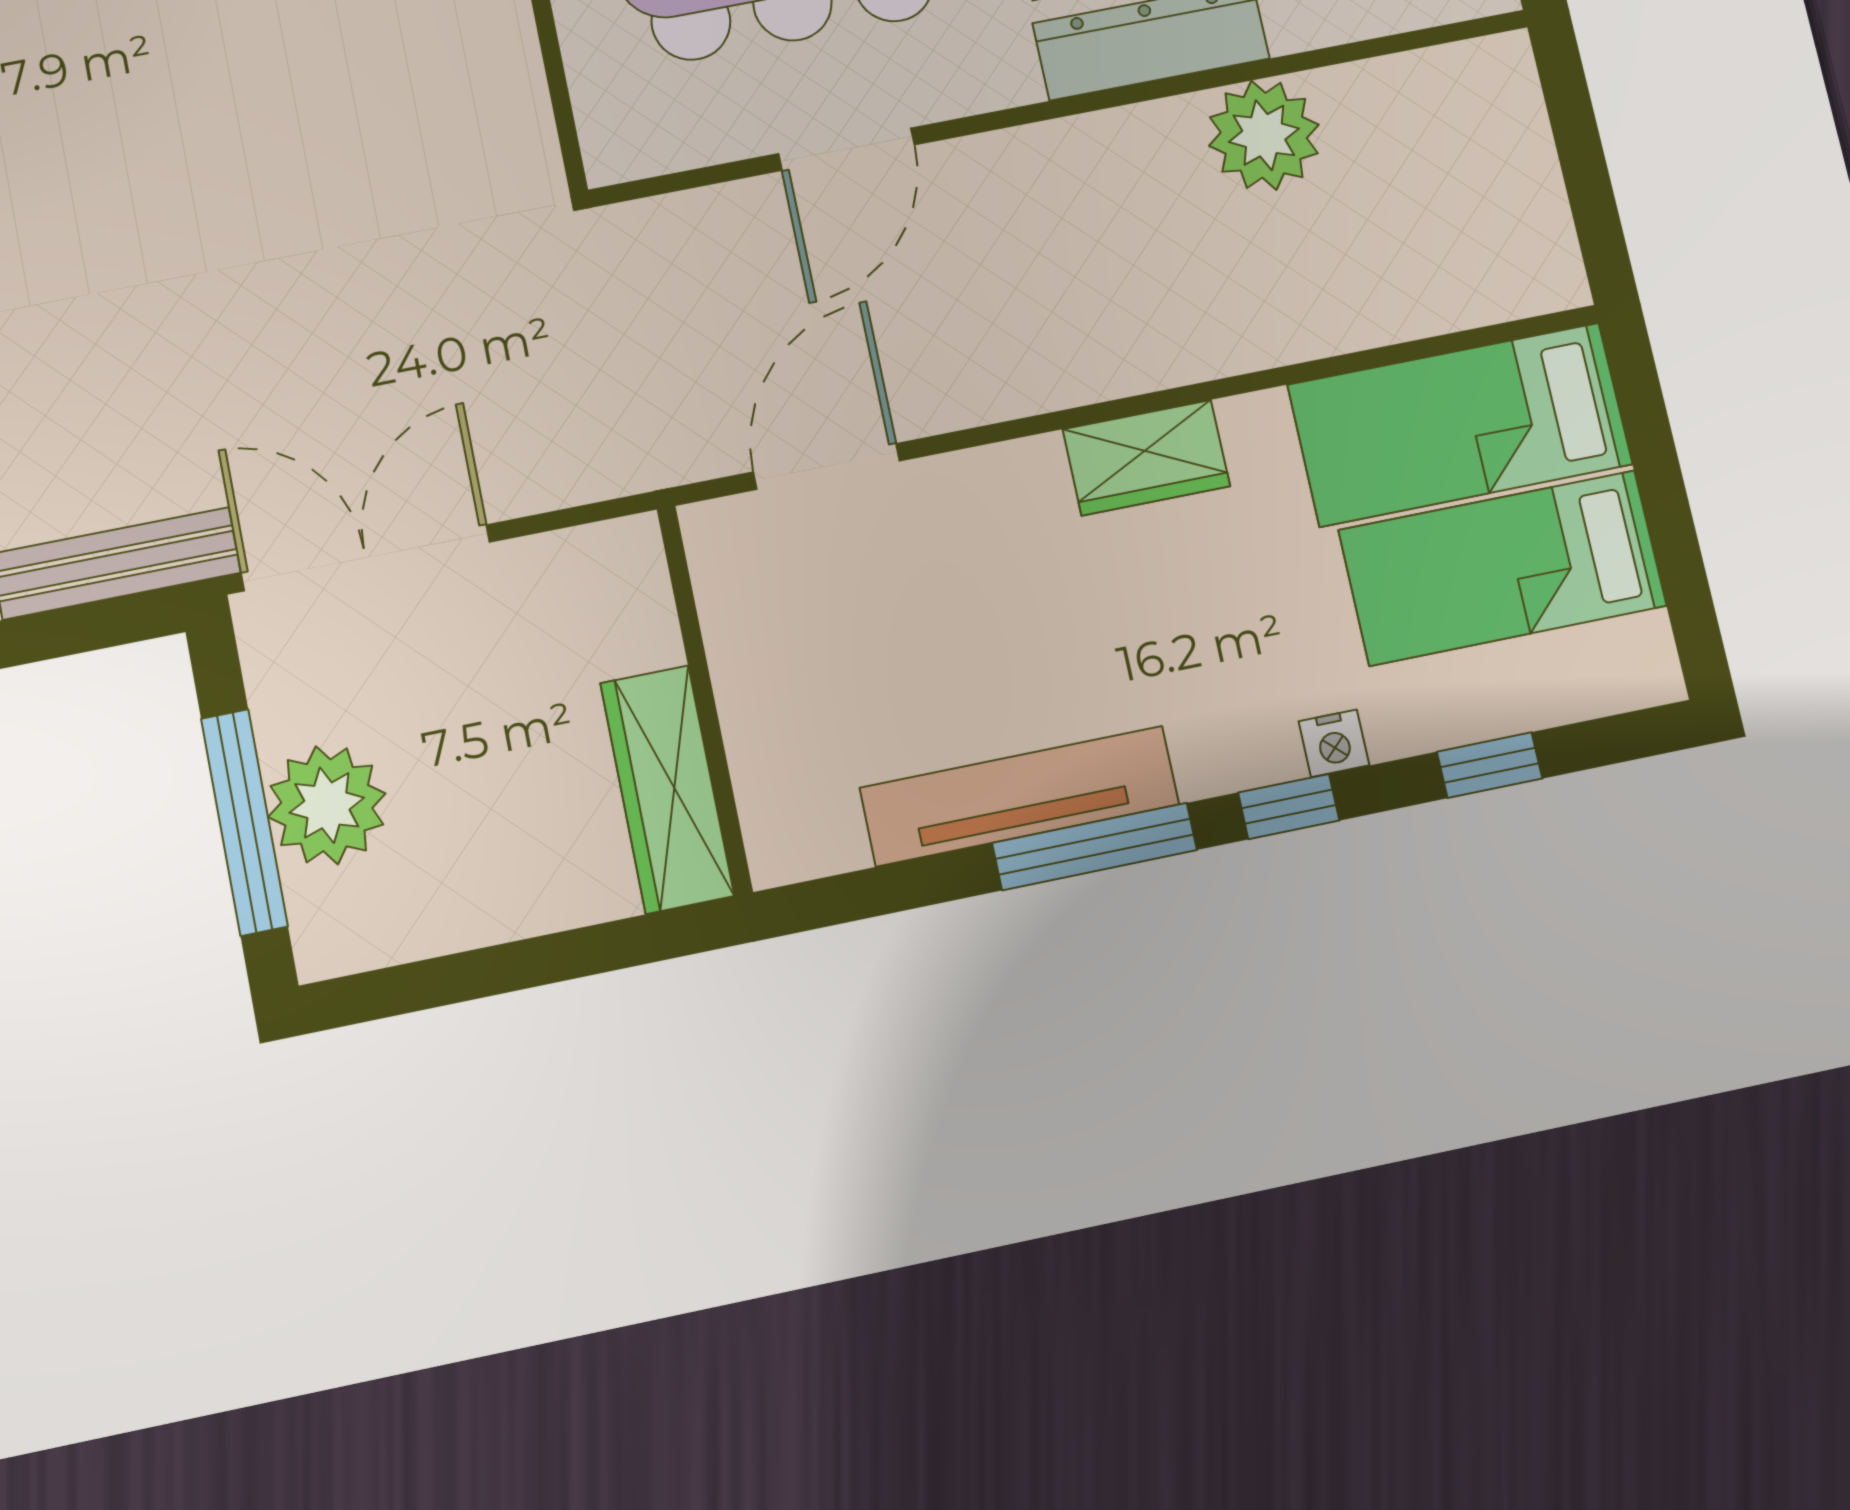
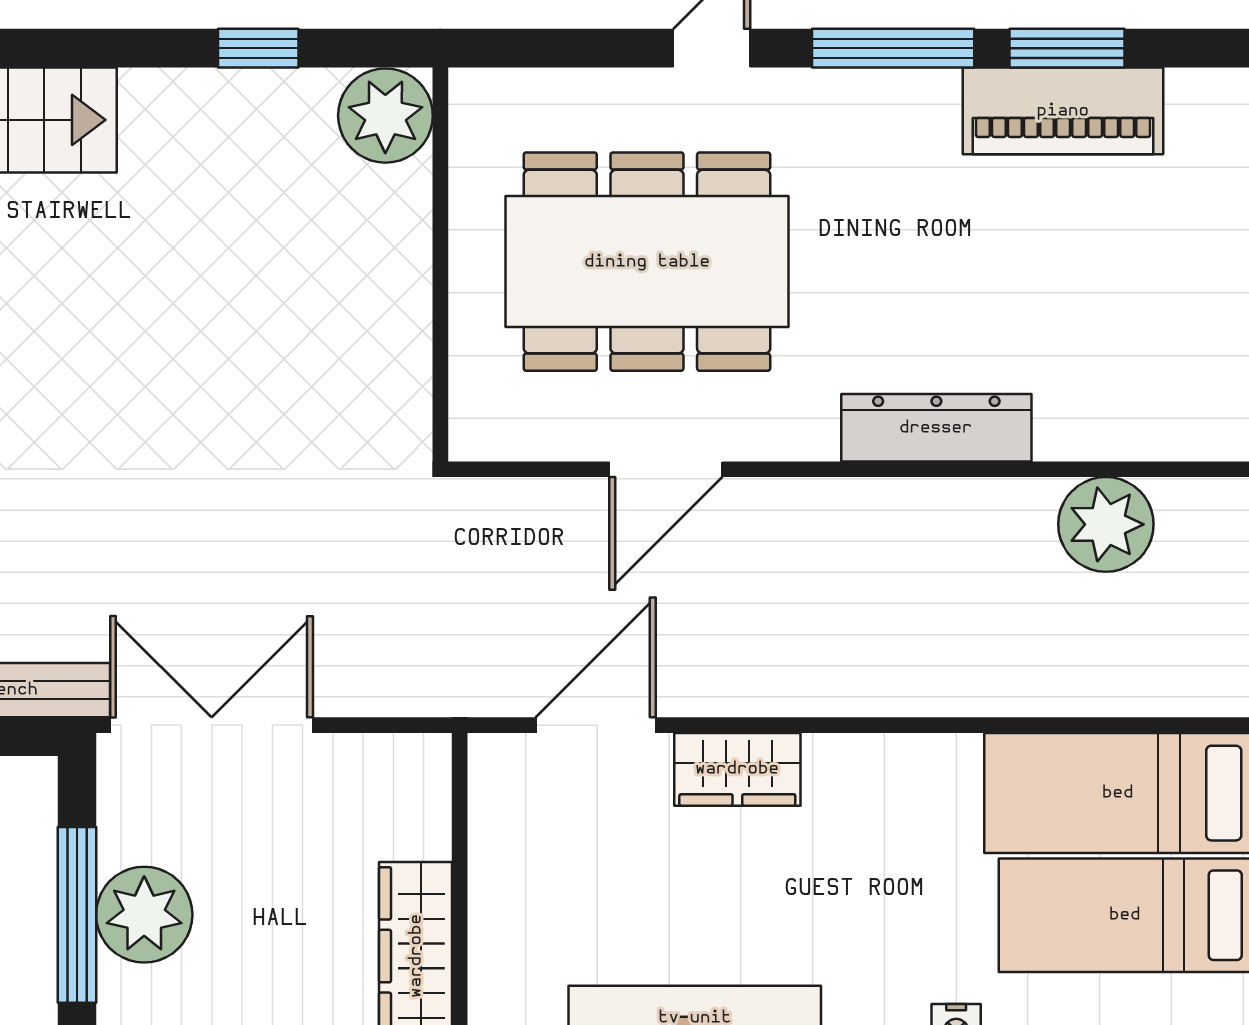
plant: (1264, 135) -> (1106, 524), moved
wardrobe: (1146, 458) -> (737, 769), moved

